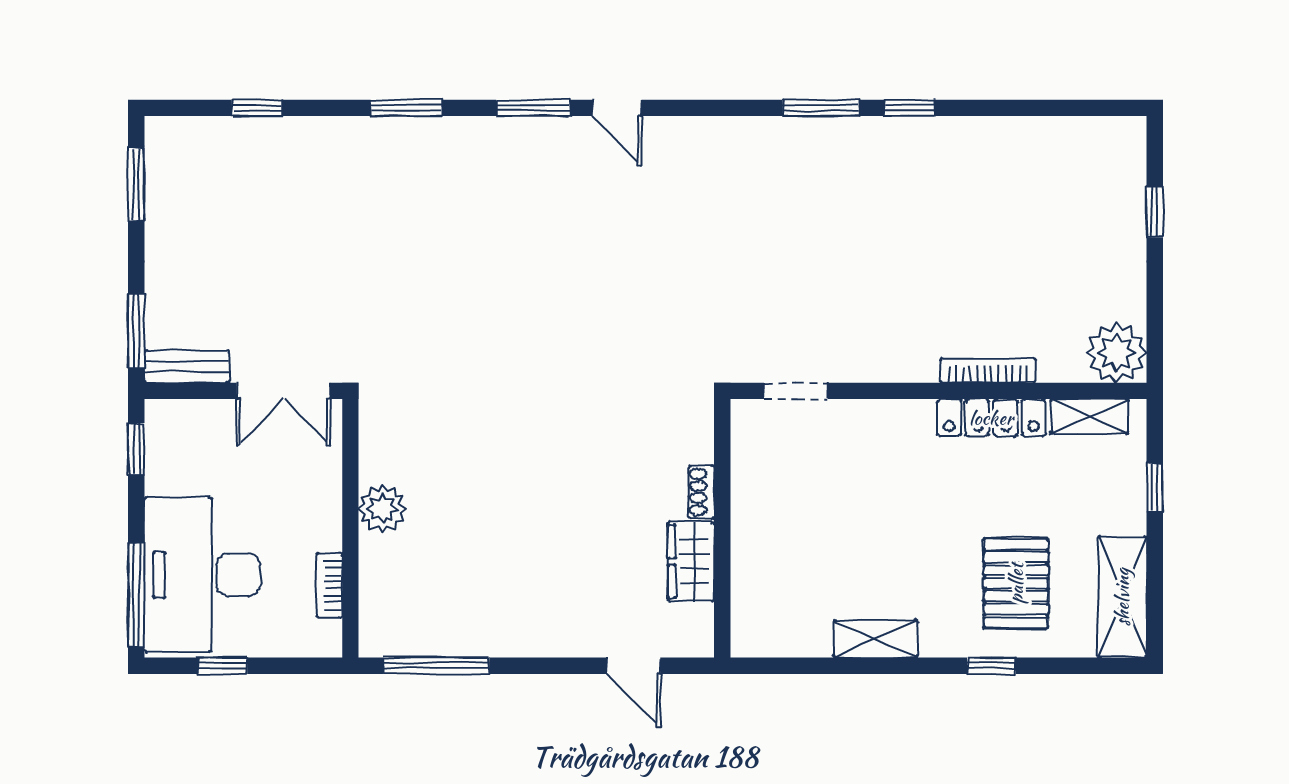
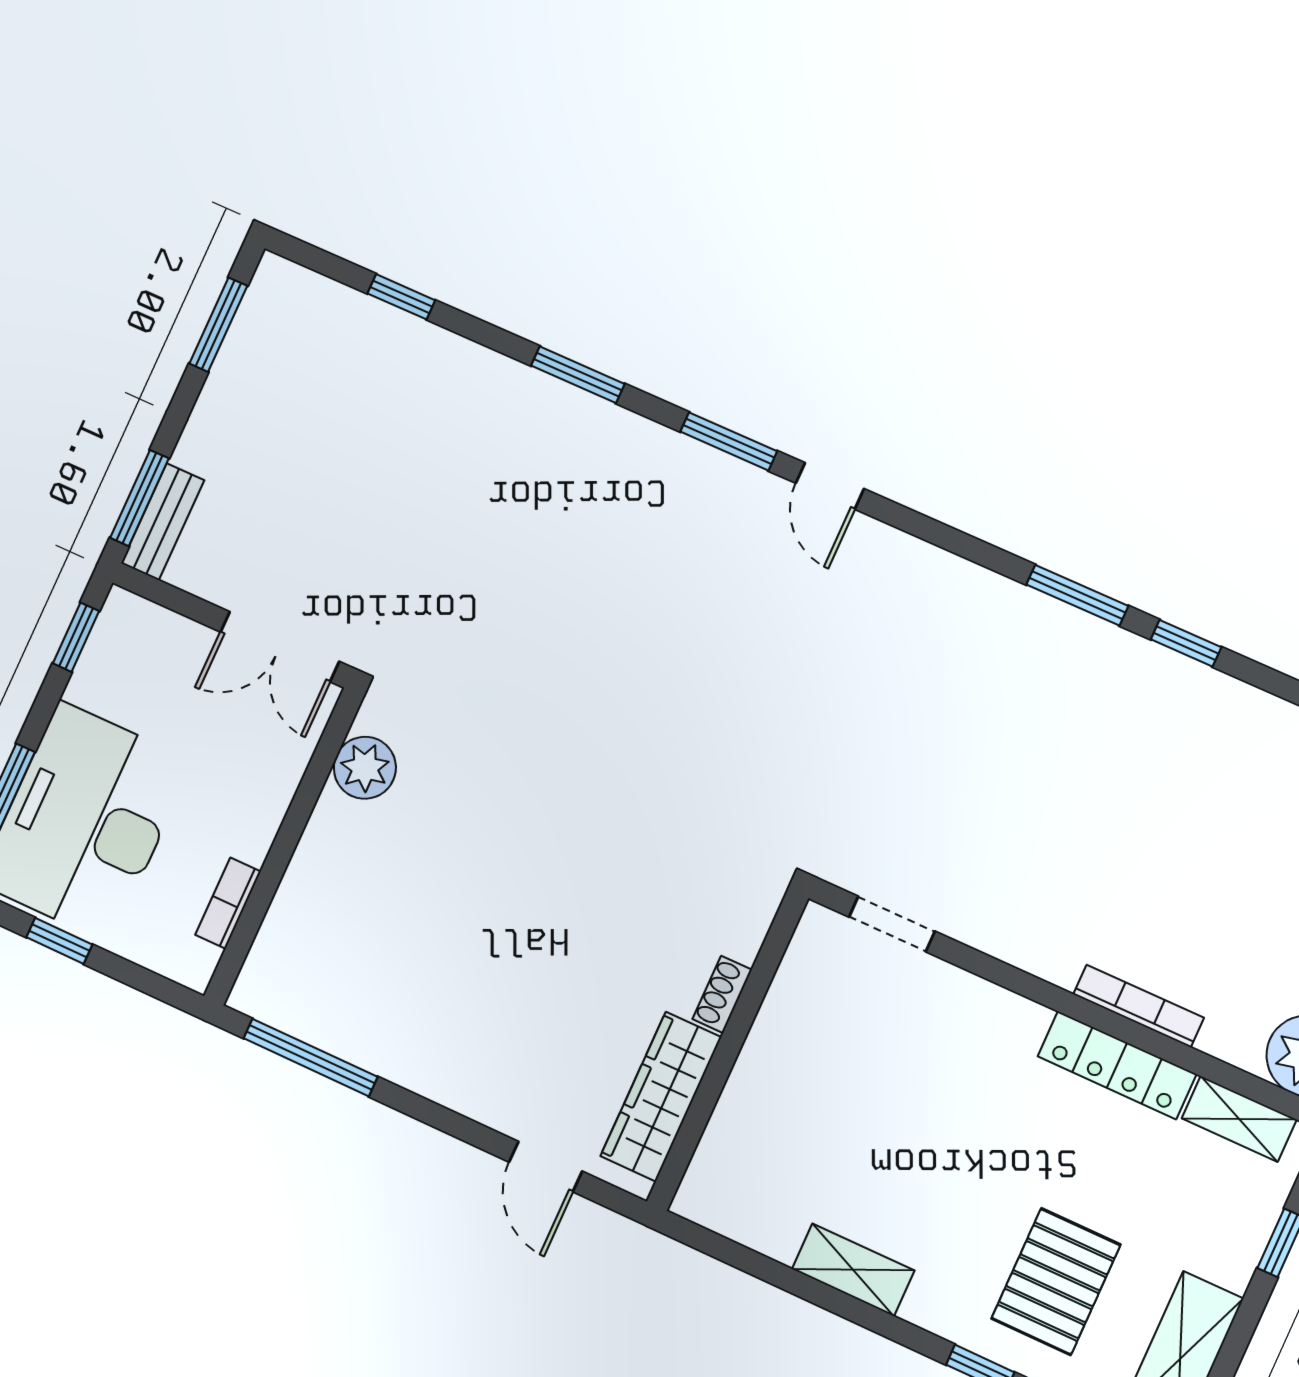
bench: (187, 367) -> (163, 522), moved, turned 90
plant: (382, 509) -> (365, 768), moved
wardrobe: (691, 561) -> (661, 1097), width x1.50

